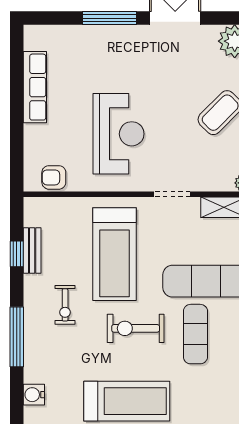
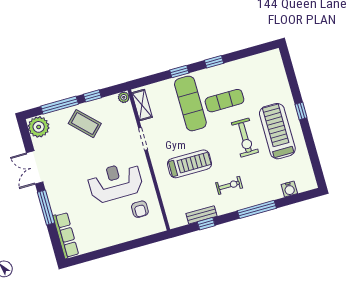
row of seats: (35, 87) -> (66, 235), moved, turned 90
armchair: (54, 177) -> (140, 209), moved
treadmill: (114, 254) -> (190, 164), width x0.73, depth x0.73
exercise bike: (136, 328) -> (245, 138), moved

